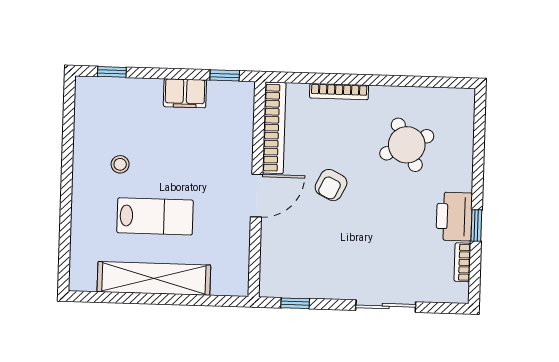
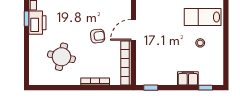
filing cabinet: (185, 93) -> (188, 78), moved
round table: (407, 145) -> (61, 57), turned 38
armchair: (331, 185) -> (98, 36), turned 58
lab bench: (155, 216) -> (203, 17), moved

